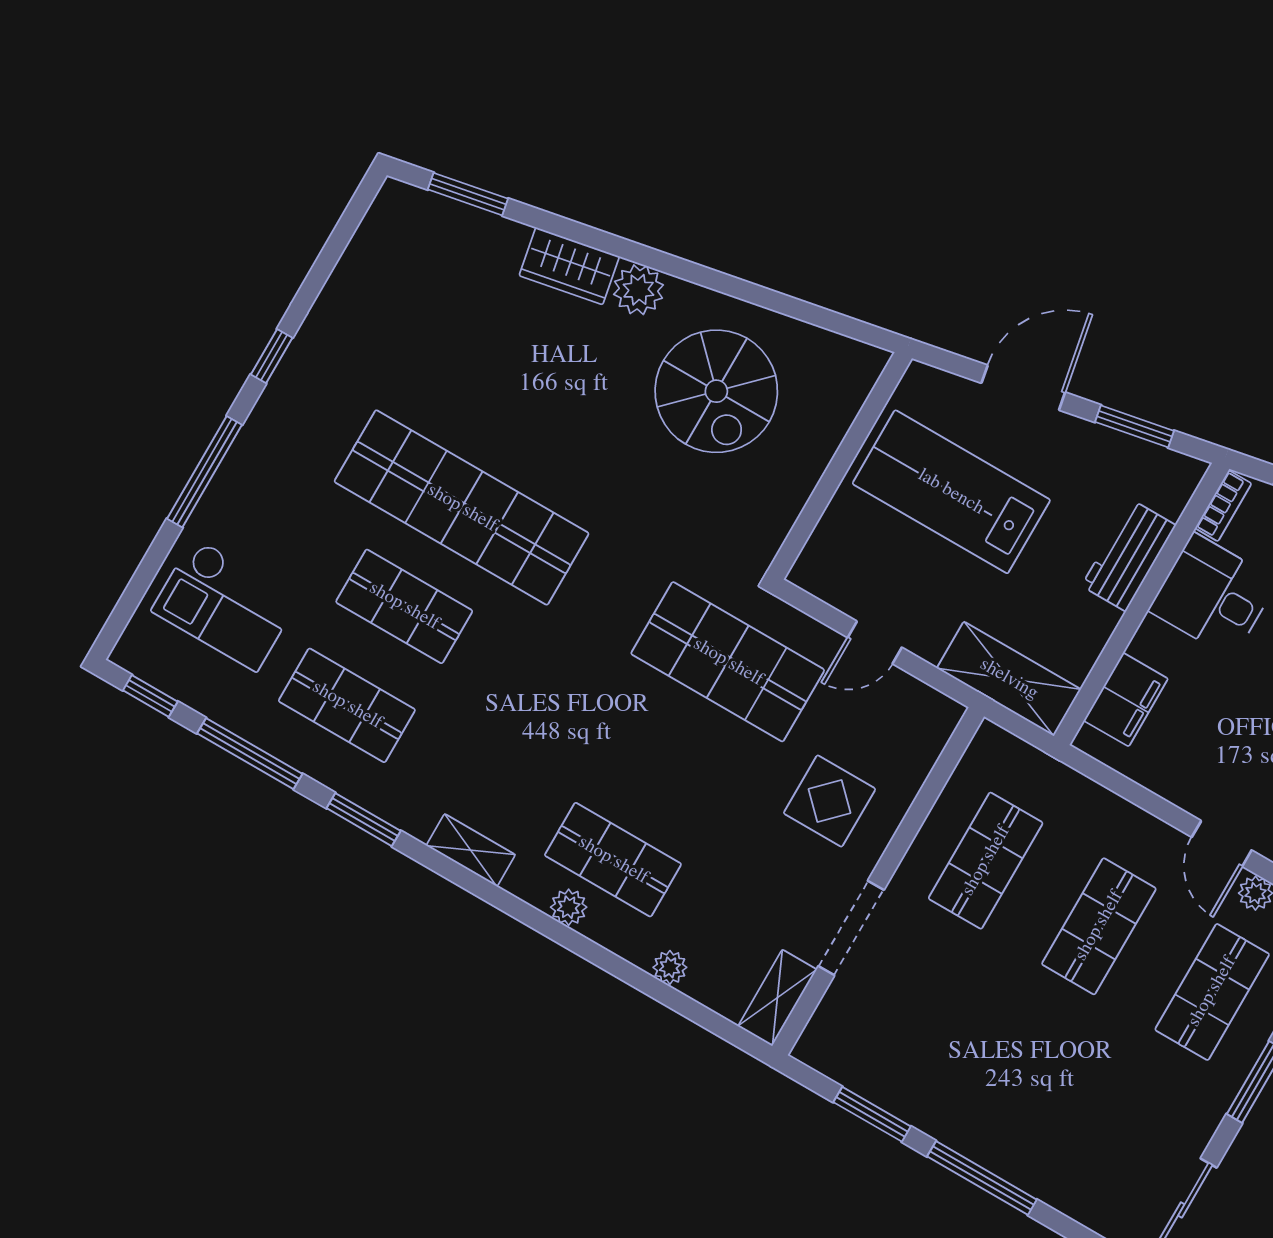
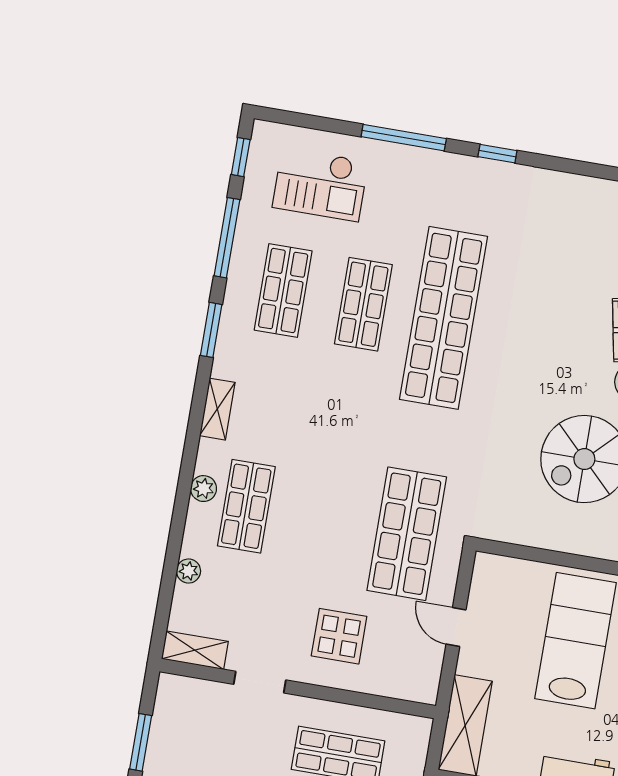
checkout: (225, 604) -> (320, 184), turned -90
doorway: (851, 928) -> (260, 682), width x0.73

